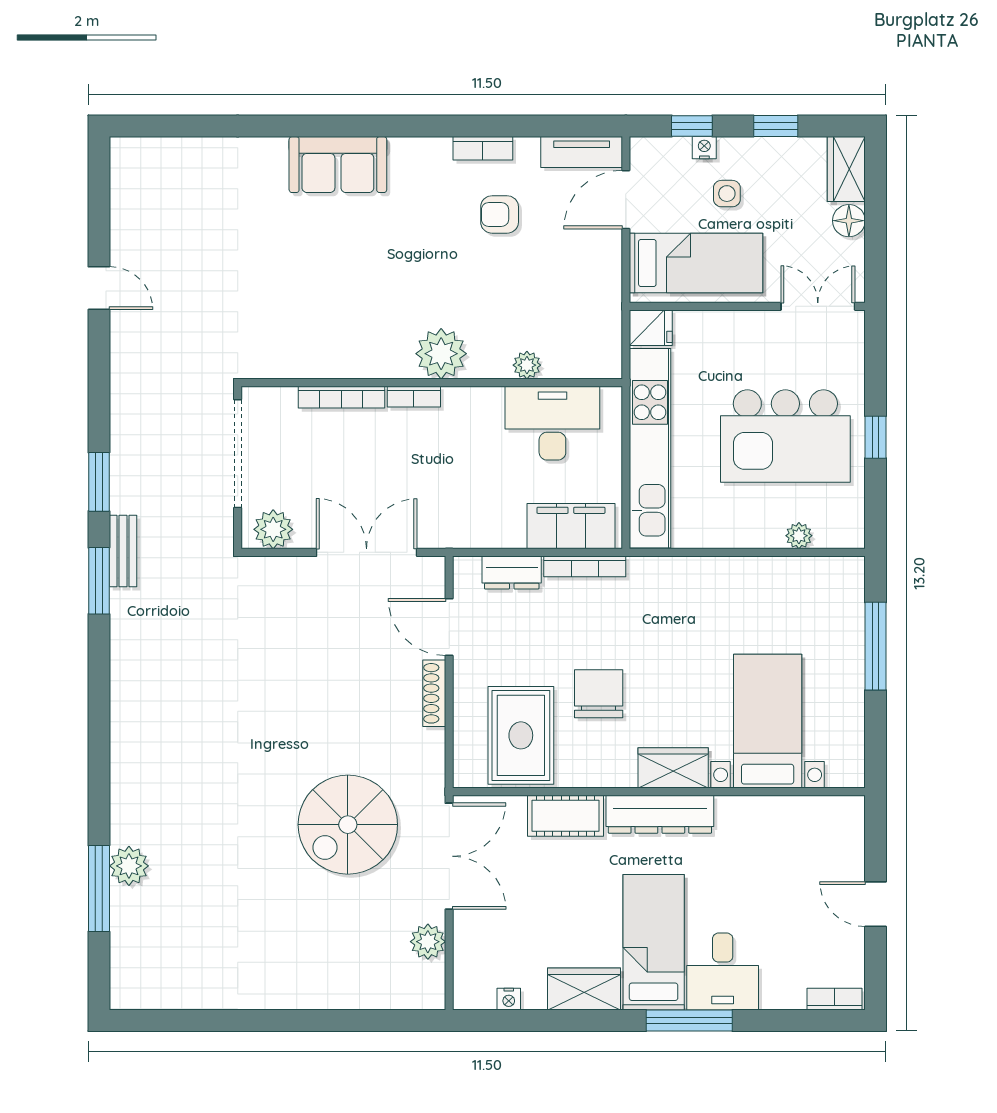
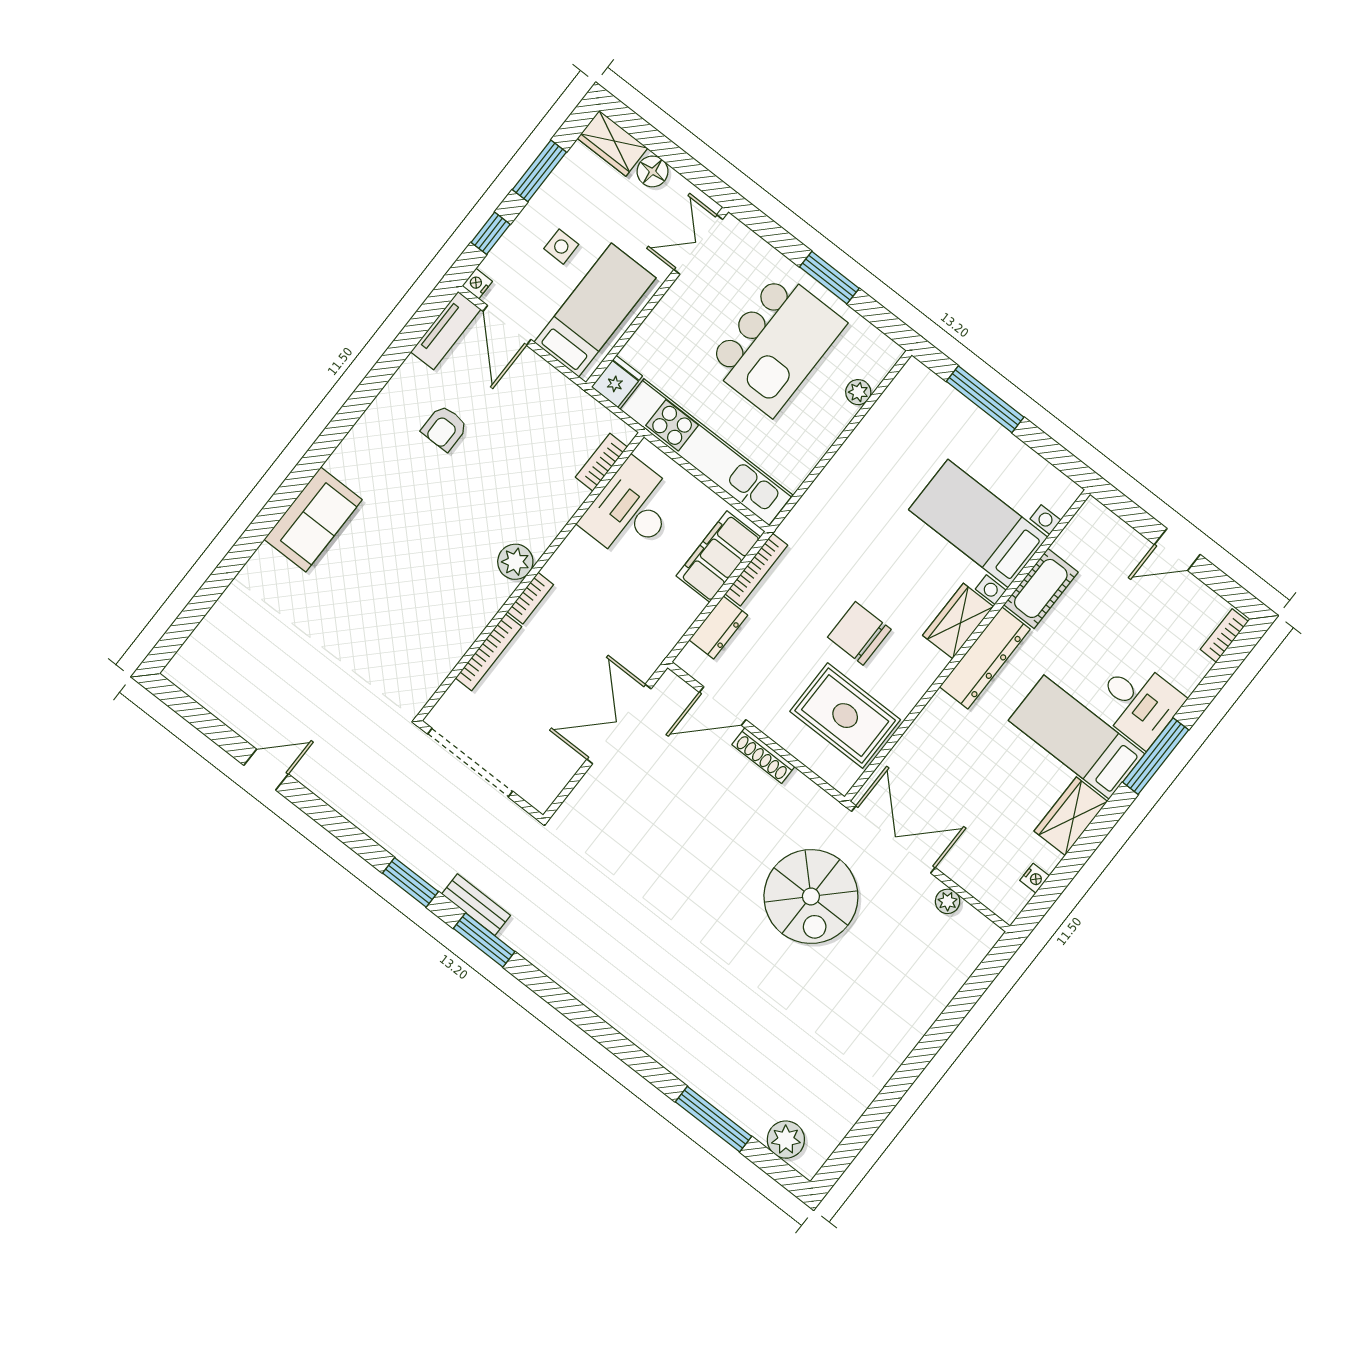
window: (776, 126) -> (539, 171), width x1.50
bookcase: (483, 148) -> (601, 462), moved, turned 180
nightstand: (704, 148) -> (477, 284), moved
plant: (441, 354) -> (515, 562), width x0.73, depth x0.73
plant: (527, 365) -> (573, 495), removed
window: (876, 437) -> (829, 278), width x1.50
plant: (273, 529) -> (547, 780), removed
cot: (566, 816) -> (1041, 588), moved
plant: (129, 866) -> (786, 1140), moved
plant: (428, 942) -> (948, 901), width x0.73, depth x0.73

